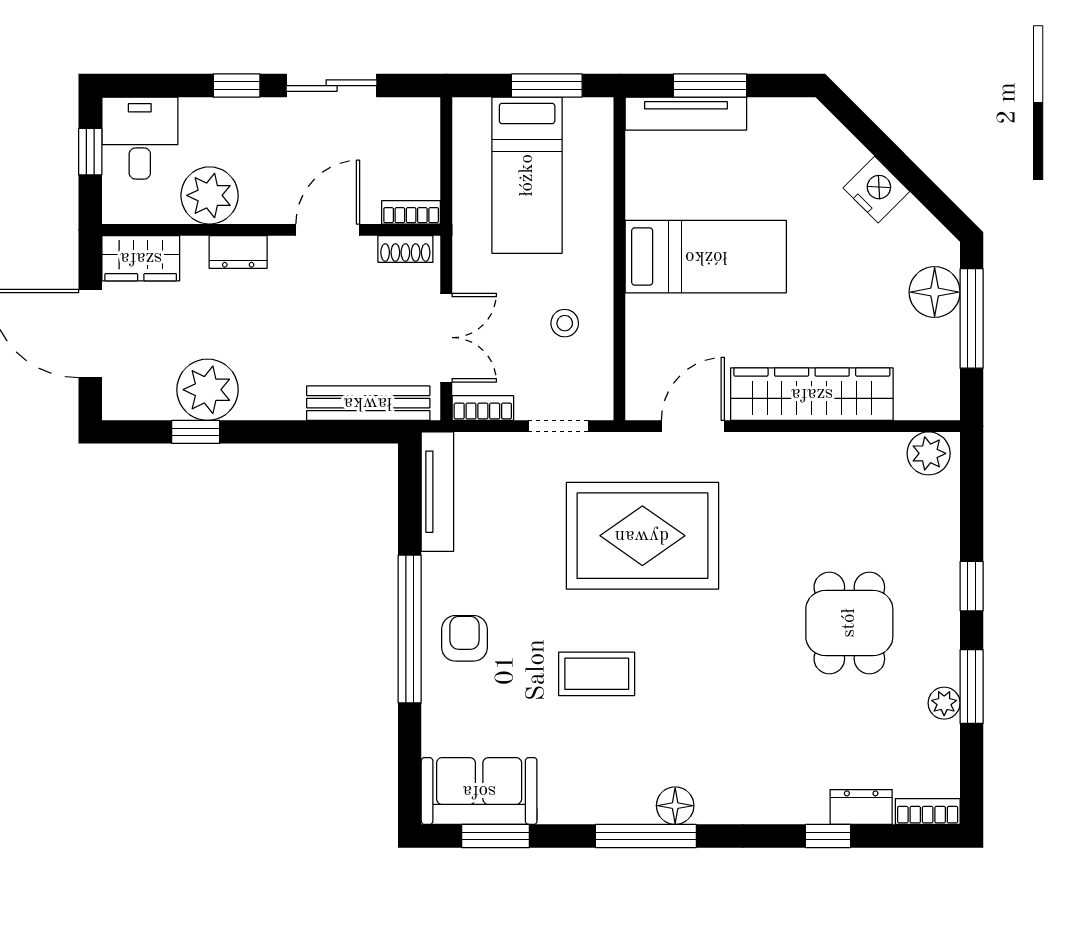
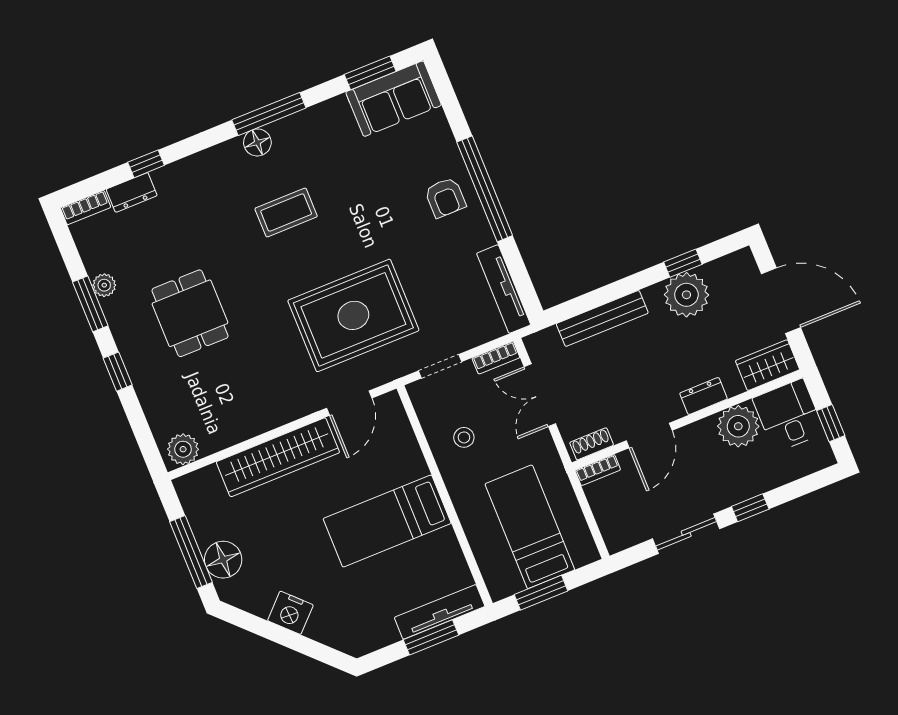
desk: (140, 138) -> (789, 416), moved, turned 180
bench: (368, 403) -> (602, 318), moved
coffee table: (597, 674) -> (286, 213), moved

